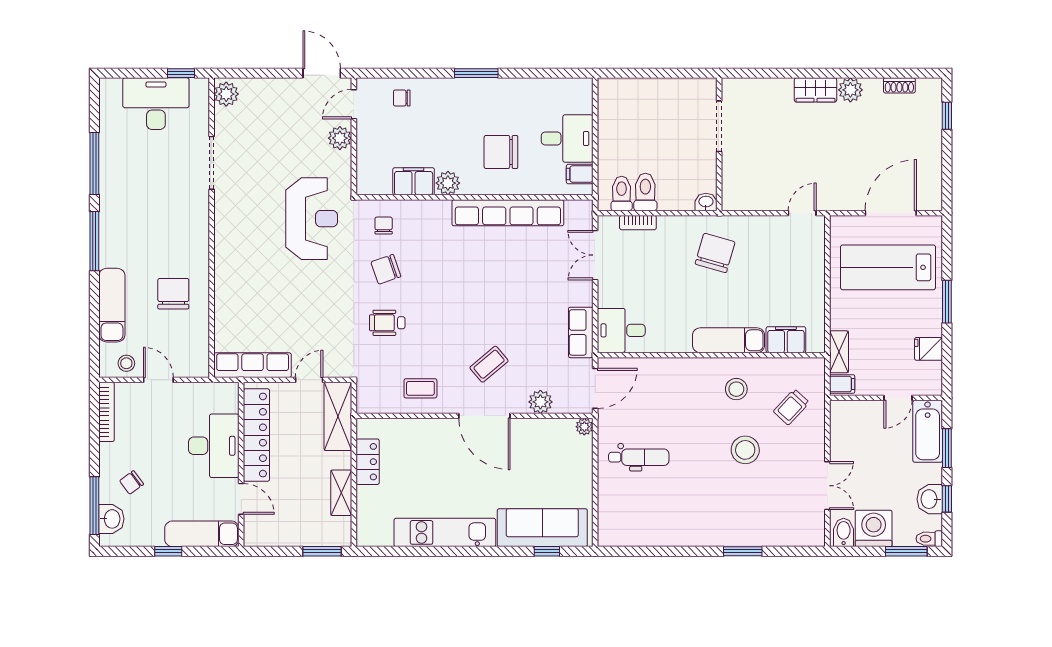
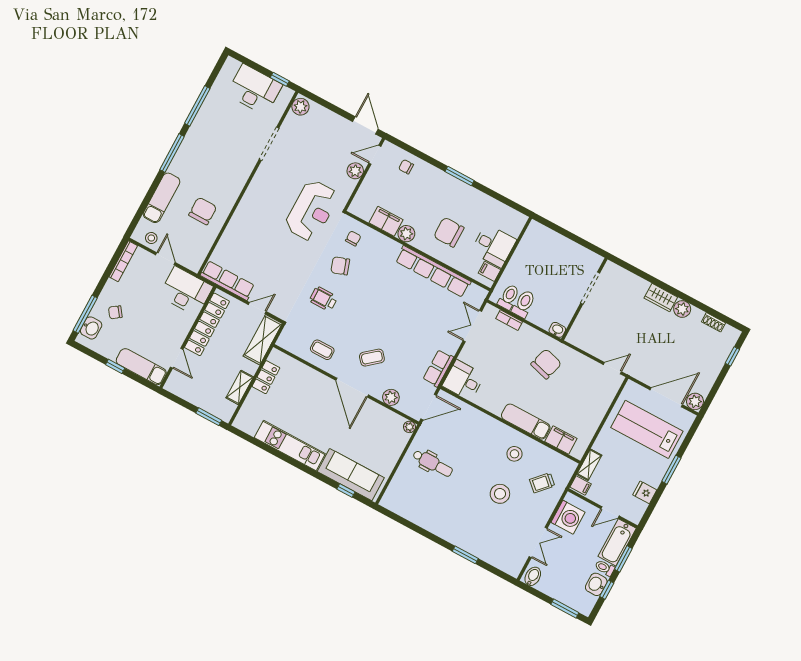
plant: (930, 199) -> (695, 401), added
desk: (214, 446) -> (186, 291), moved, turned -90
washing machine: (874, 528) -> (568, 517), moved, turned 90
toilet: (929, 539) -> (605, 568), moved

